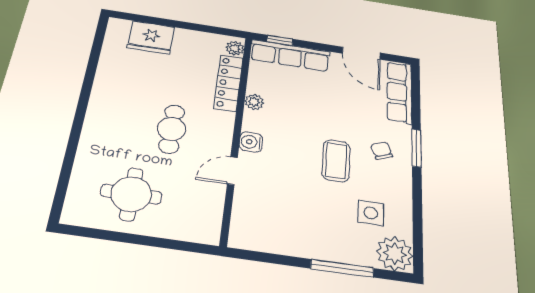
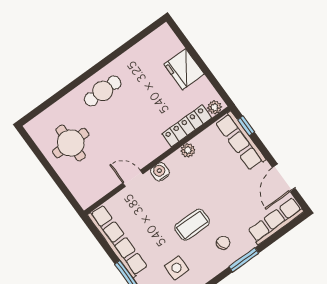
fridge: (151, 37) -> (184, 69), moved
cafe table: (172, 129) -> (103, 91), moved
row of seats: (287, 243) -> (118, 241), added

